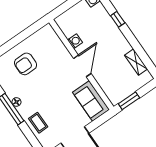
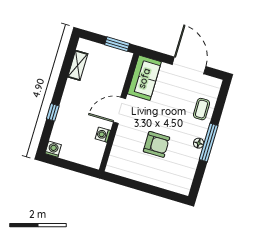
armchair: (26, 64) -> (156, 144), moved

